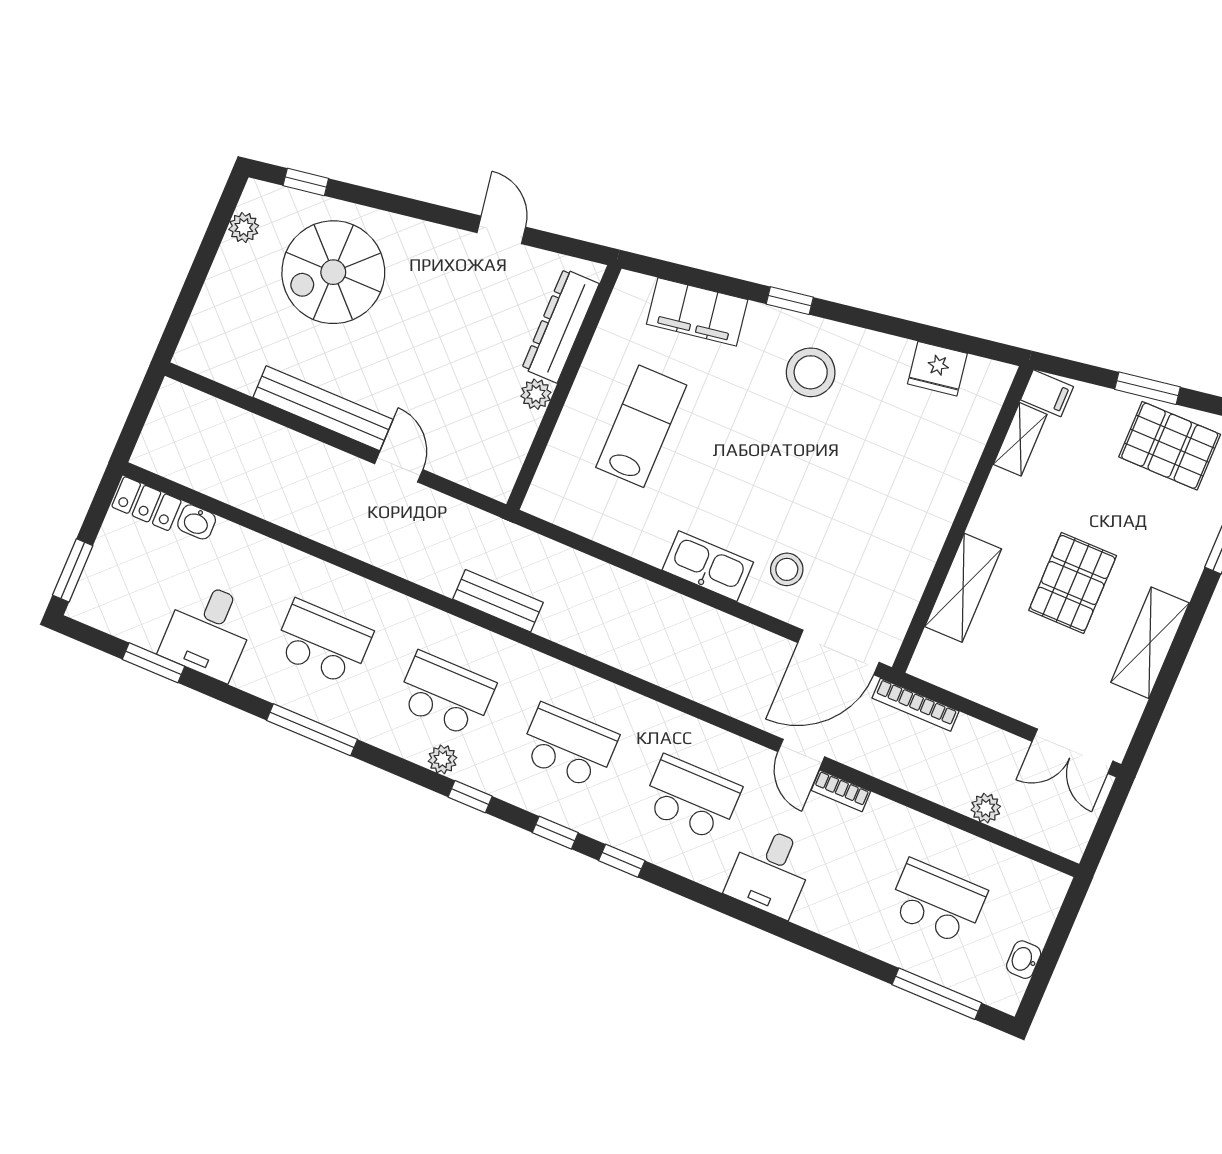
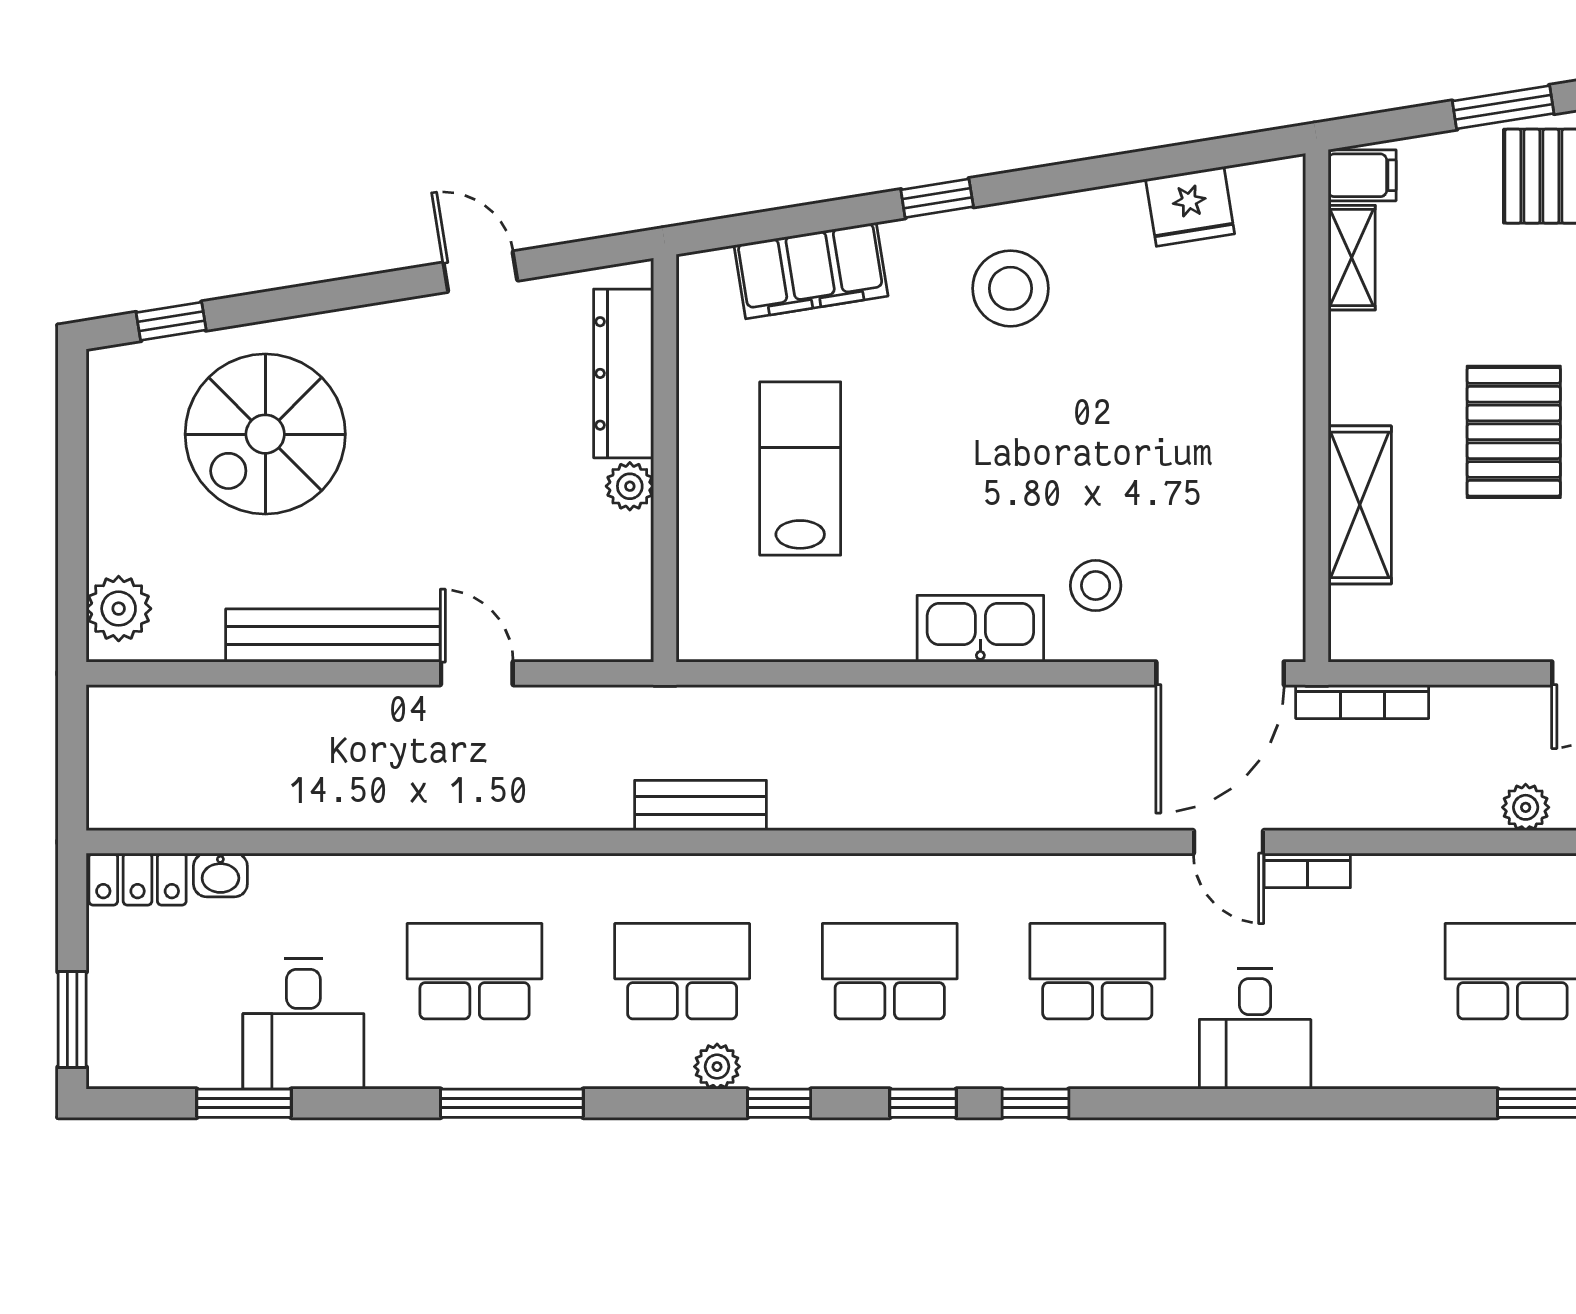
plant: (244, 228) -> (119, 609), moved, width x1.38, depth x1.38

